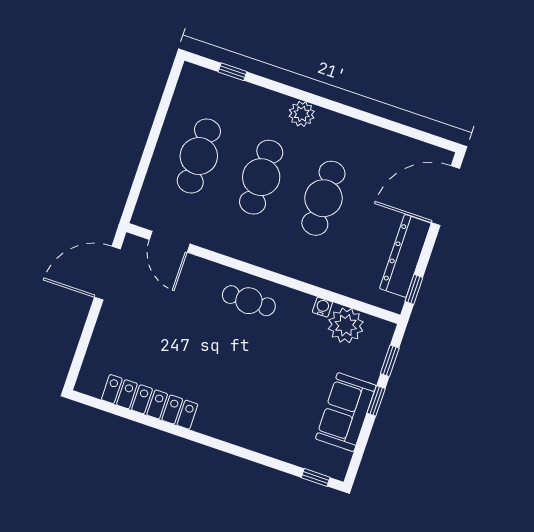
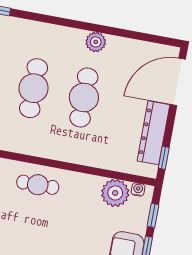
plant: (302, 114) -> (96, 42), moved
water cooler: (322, 307) -> (138, 189), moved

